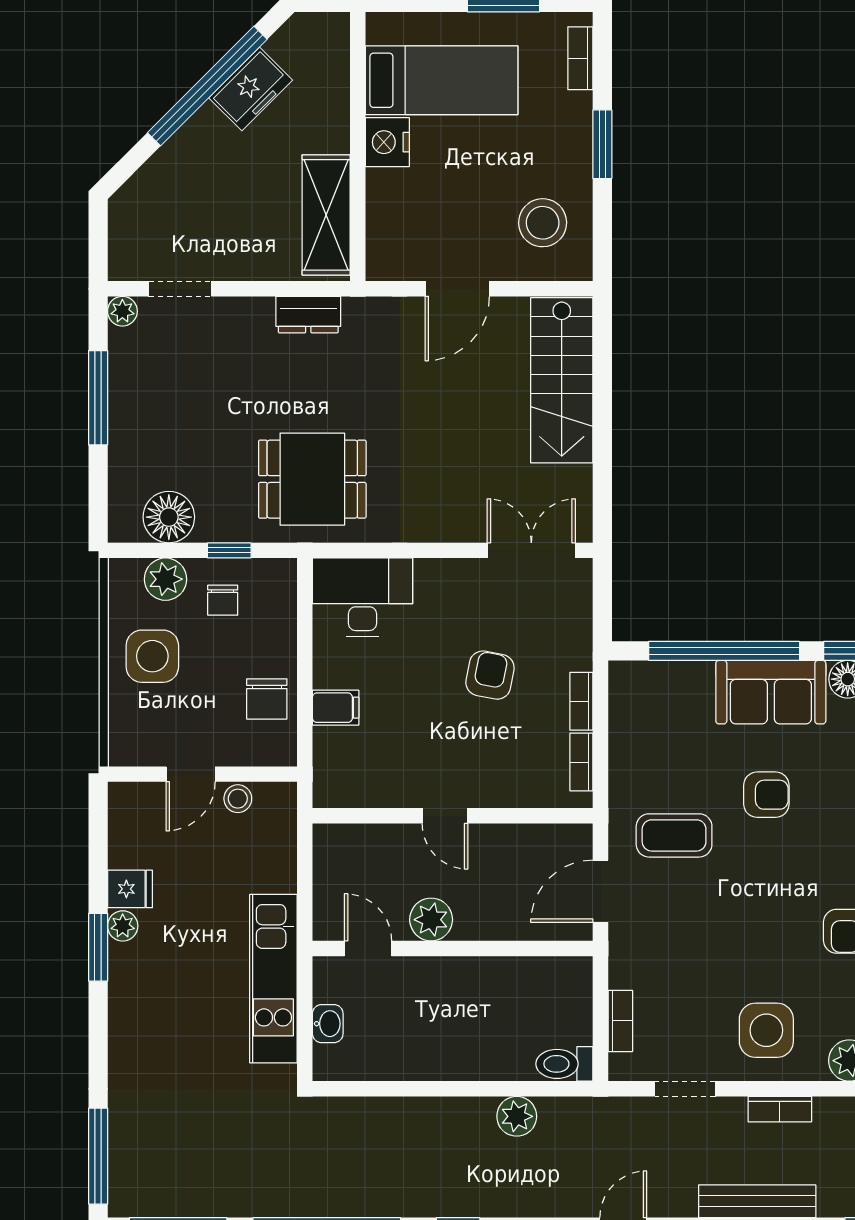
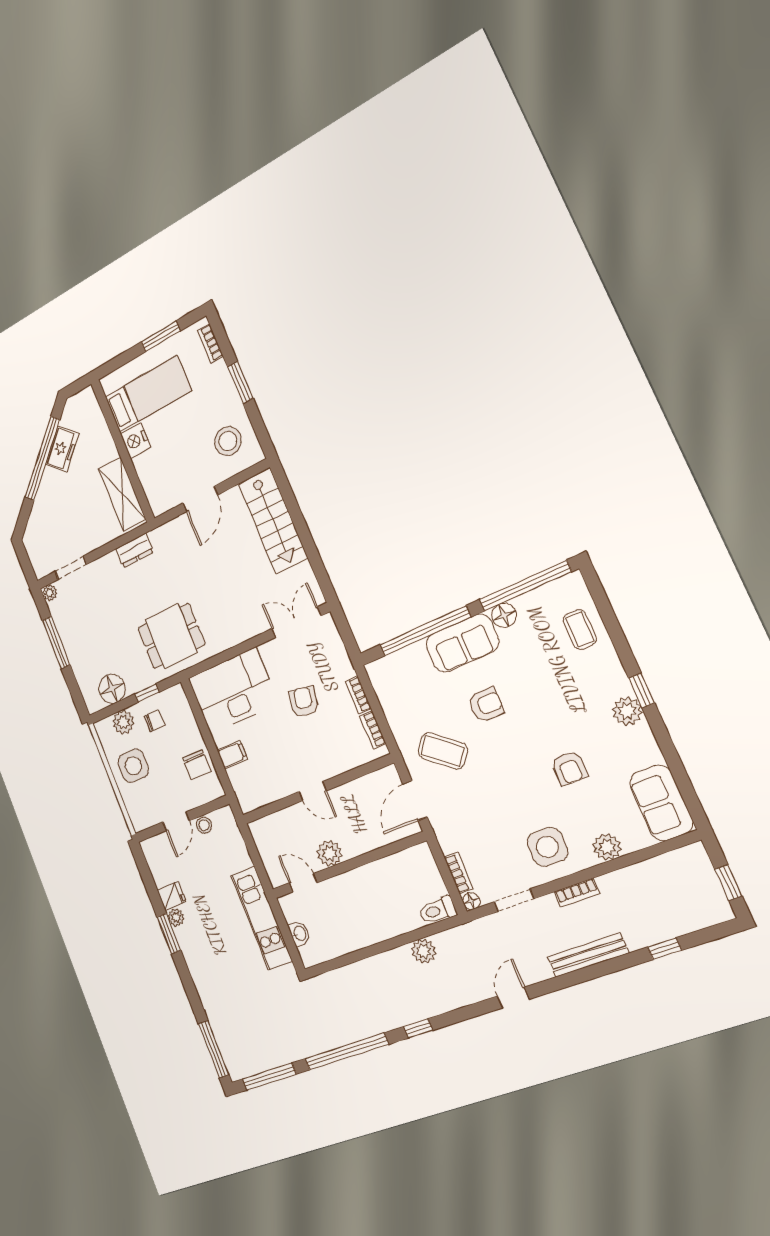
desk: (363, 597) -> (233, 690), width x1.36, depth x1.30
chair: (223, 600) -> (154, 721), turned -90
coffee table: (674, 835) -> (443, 751), turned 39
floor lamp: (621, 1068) -> (471, 901), added

